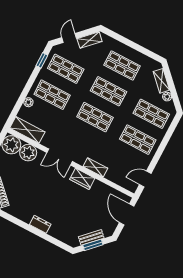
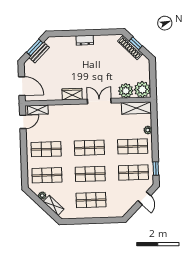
shelving: (90, 40) -> (128, 205), removed
shelving: (95, 167) -> (38, 110), moved

